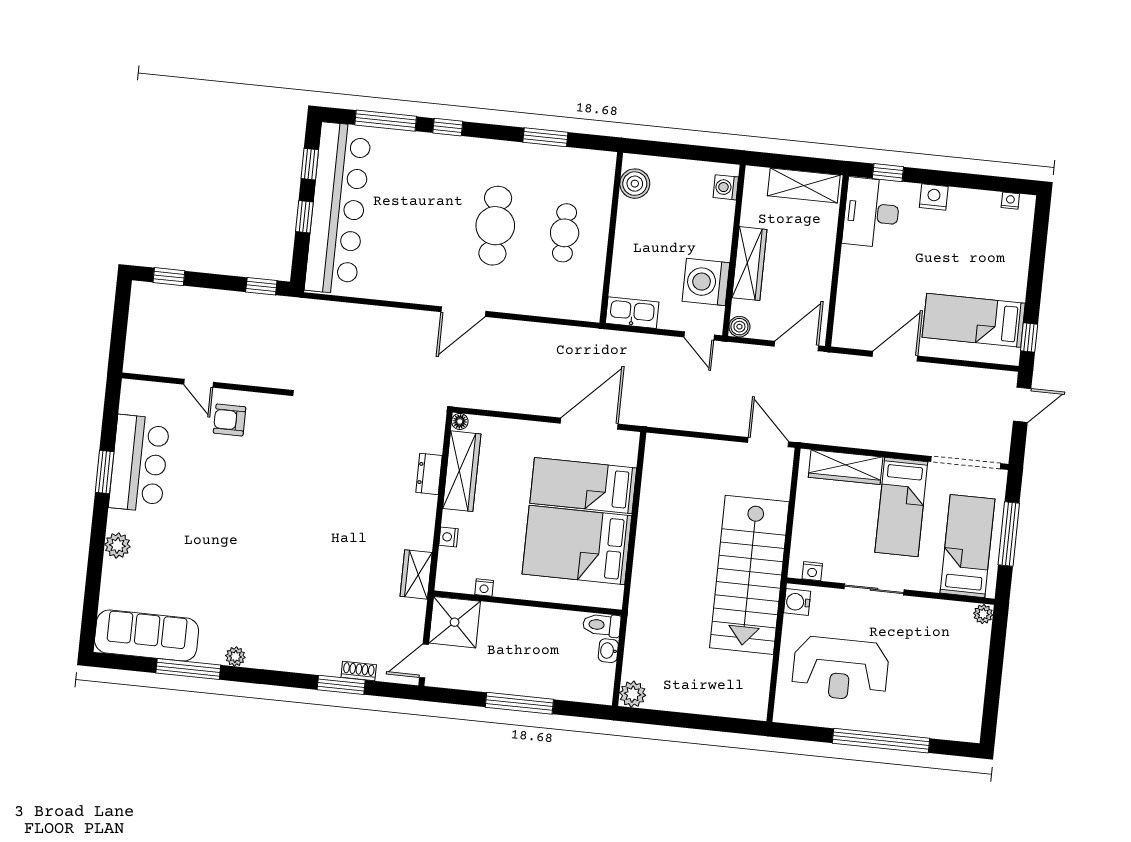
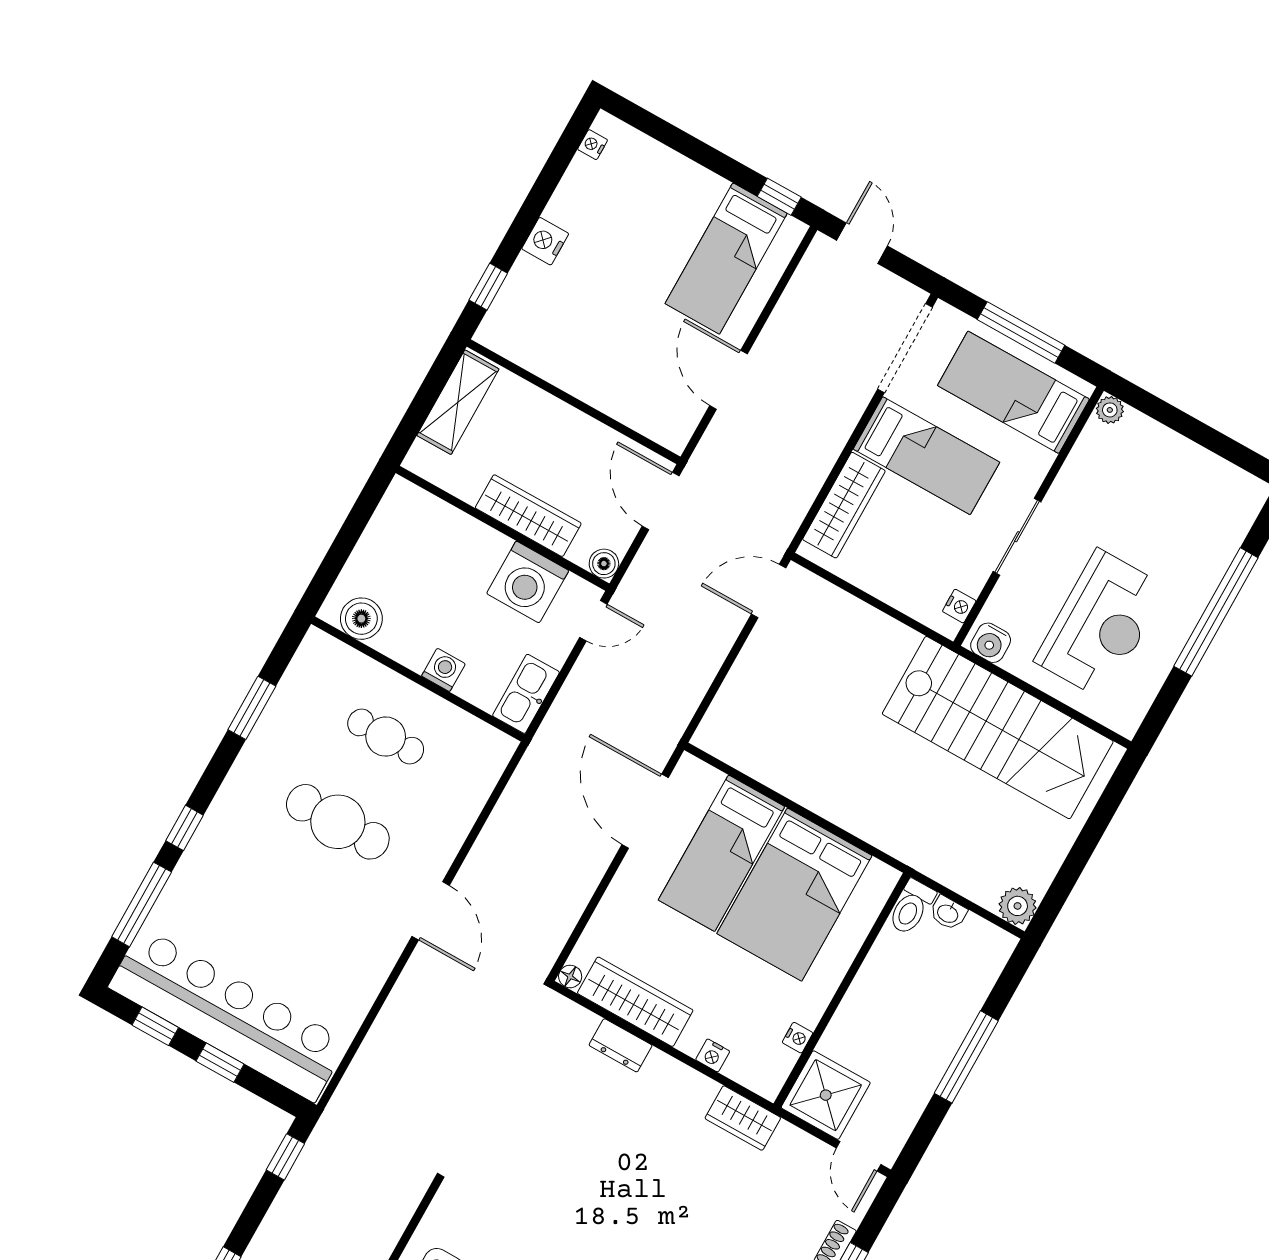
washing machine: (726, 187) -> (443, 670), moved, turned 180
desk: (871, 213) -> (531, 330), removed
stairs: (749, 575) -> (998, 728), moved

